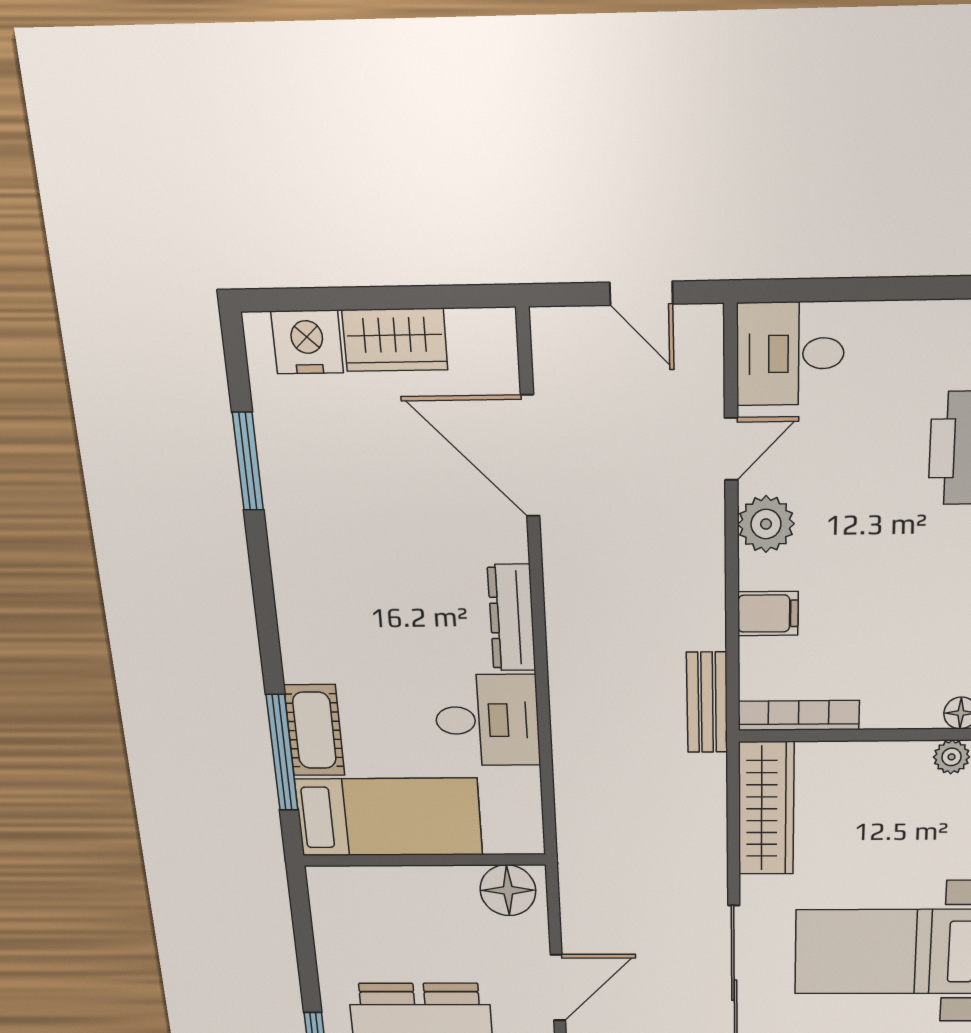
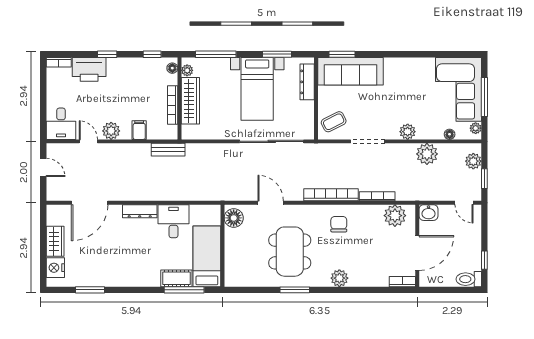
door: (641, 293) -> (43, 167), hinge flipped
bookcase: (799, 715) -> (173, 105), moved
wardrobe: (766, 809) -> (190, 101), moved, turned 90

